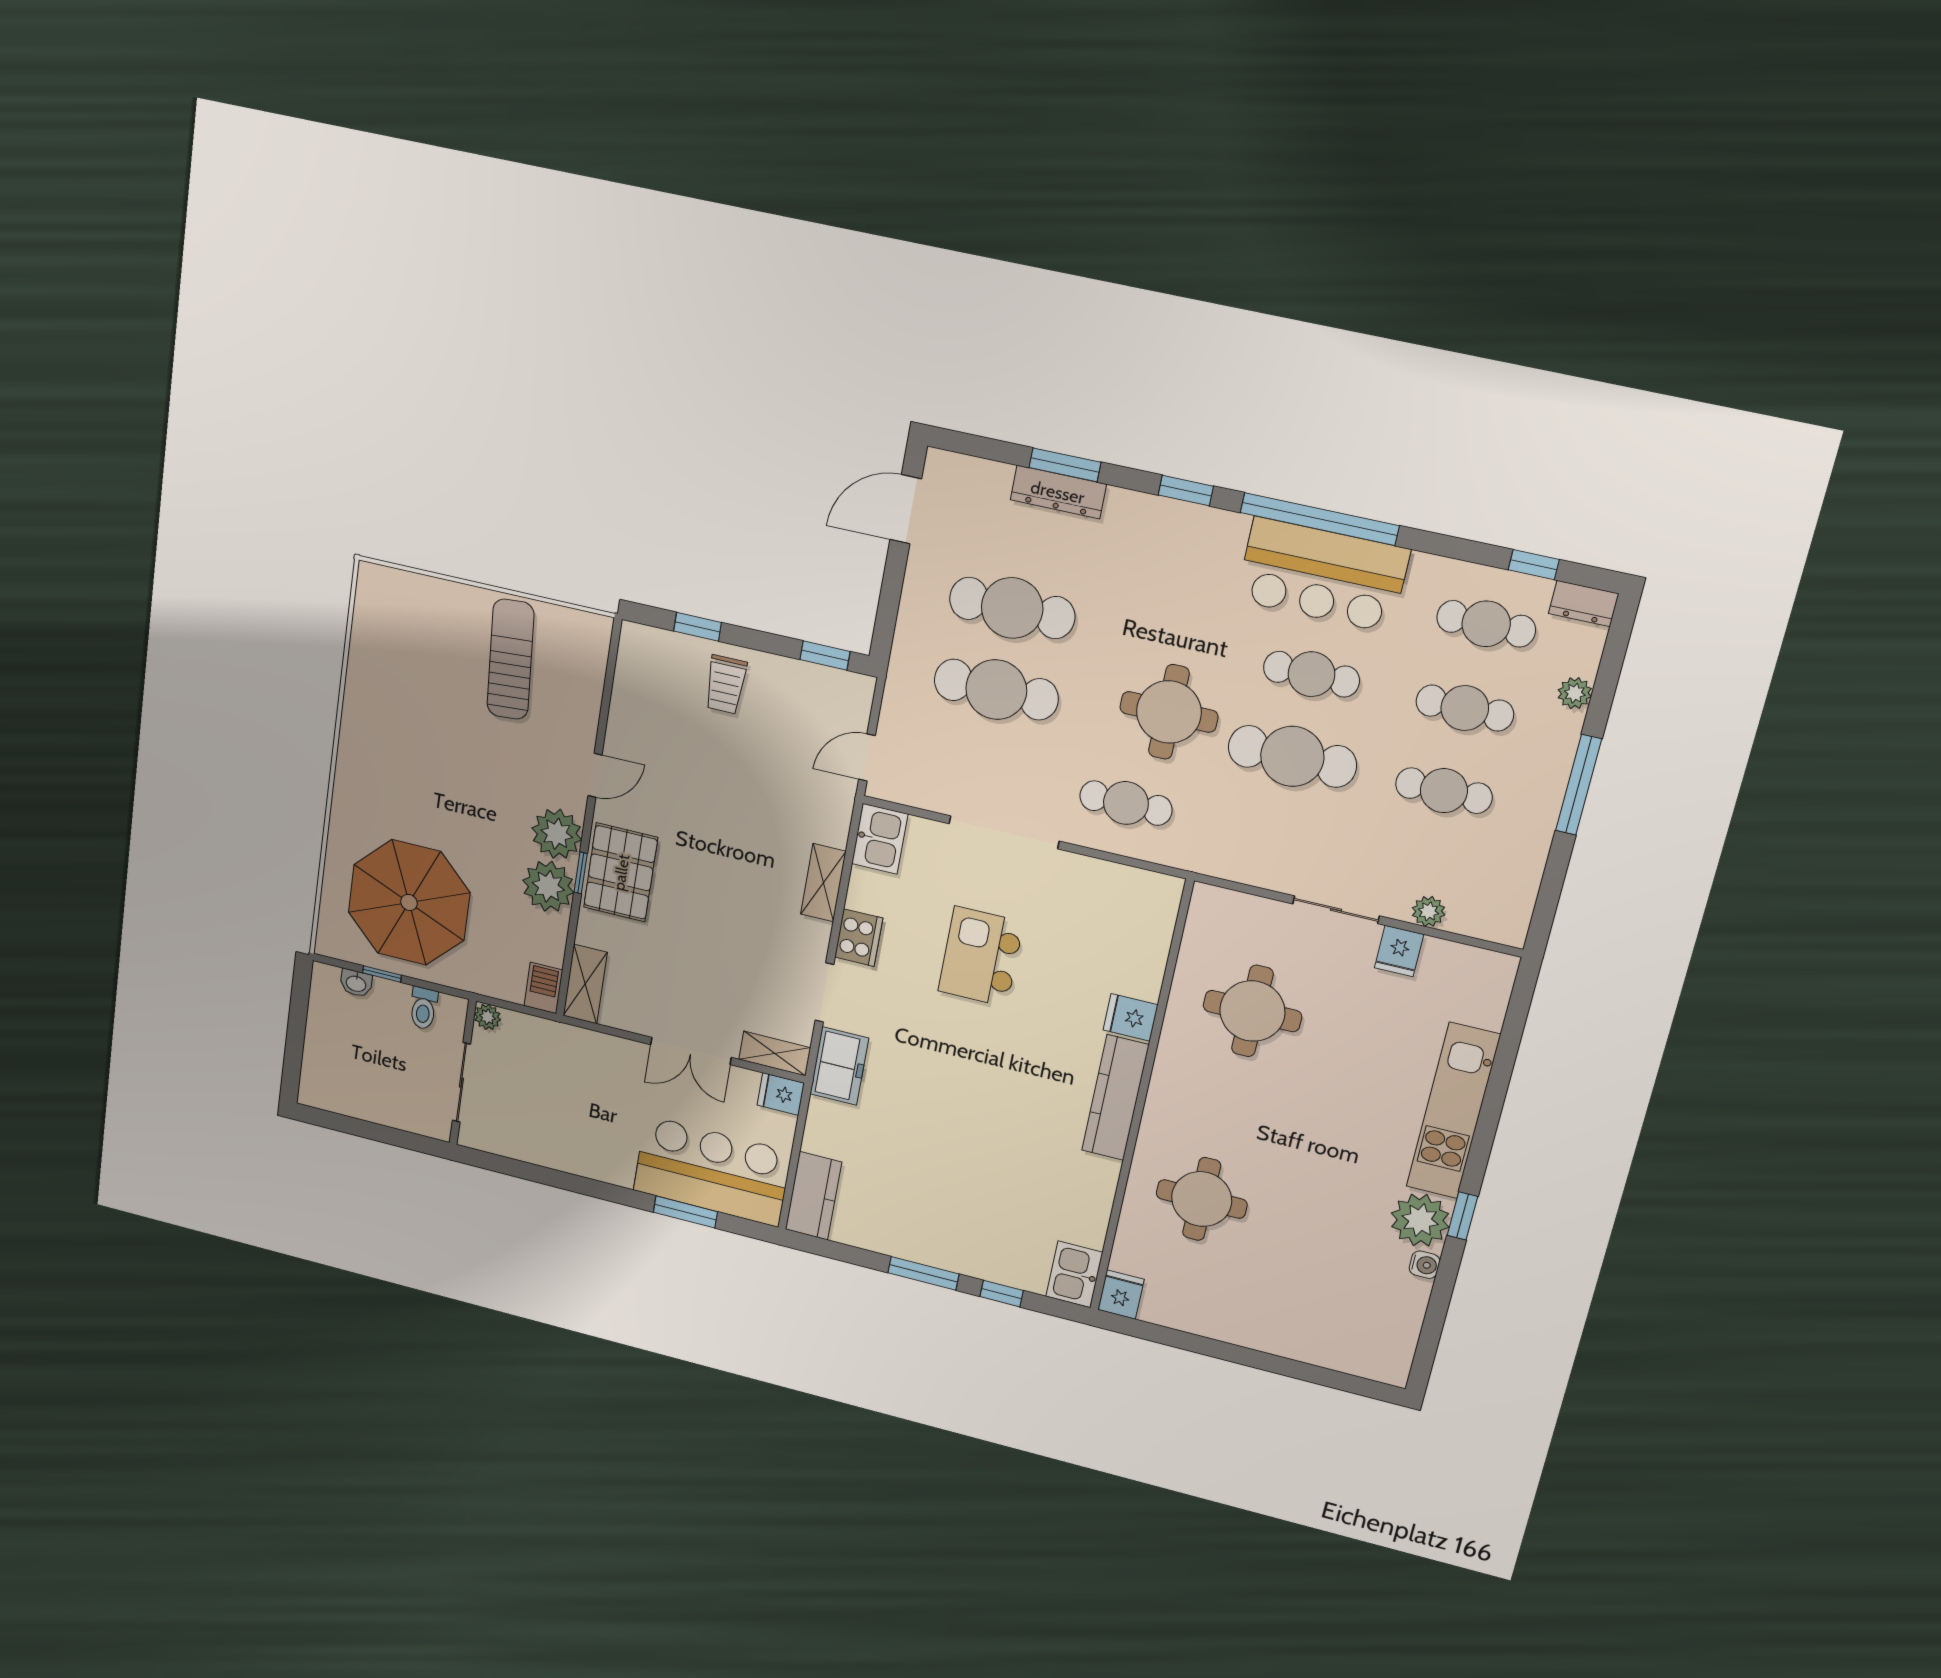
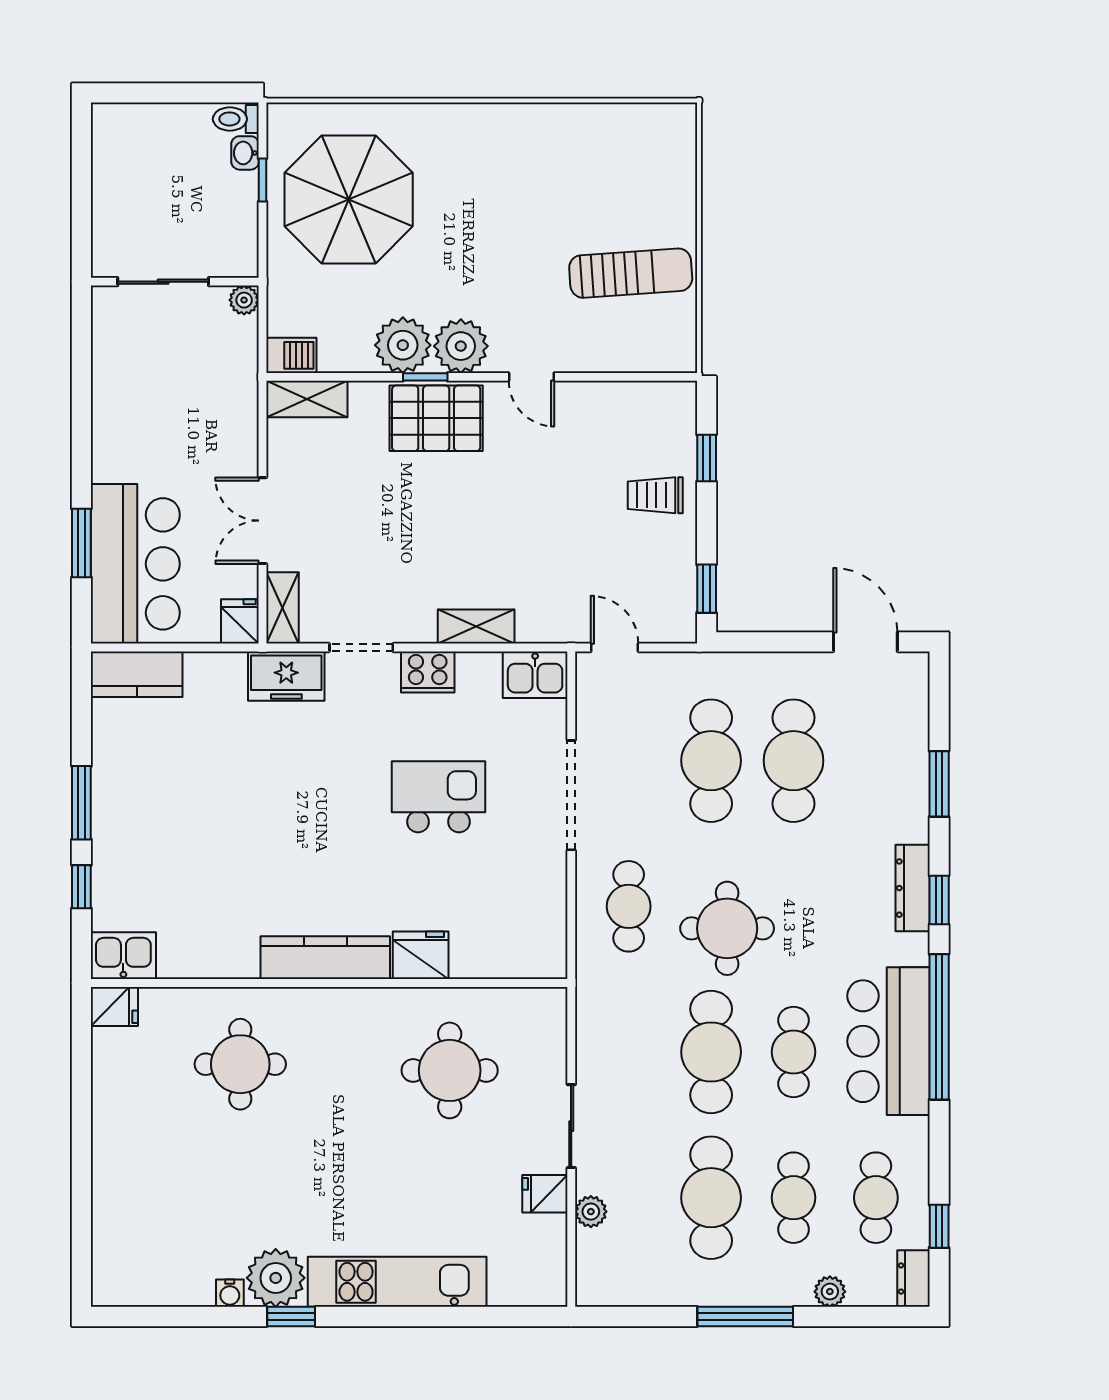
dresser: (1058, 492) -> (913, 888), moved
cafe table: (1444, 791) -> (711, 1198), width x1.37, depth x1.35
toilet: (423, 1008) -> (236, 119), moved
fridge: (1131, 1017) -> (421, 955), width x1.38

